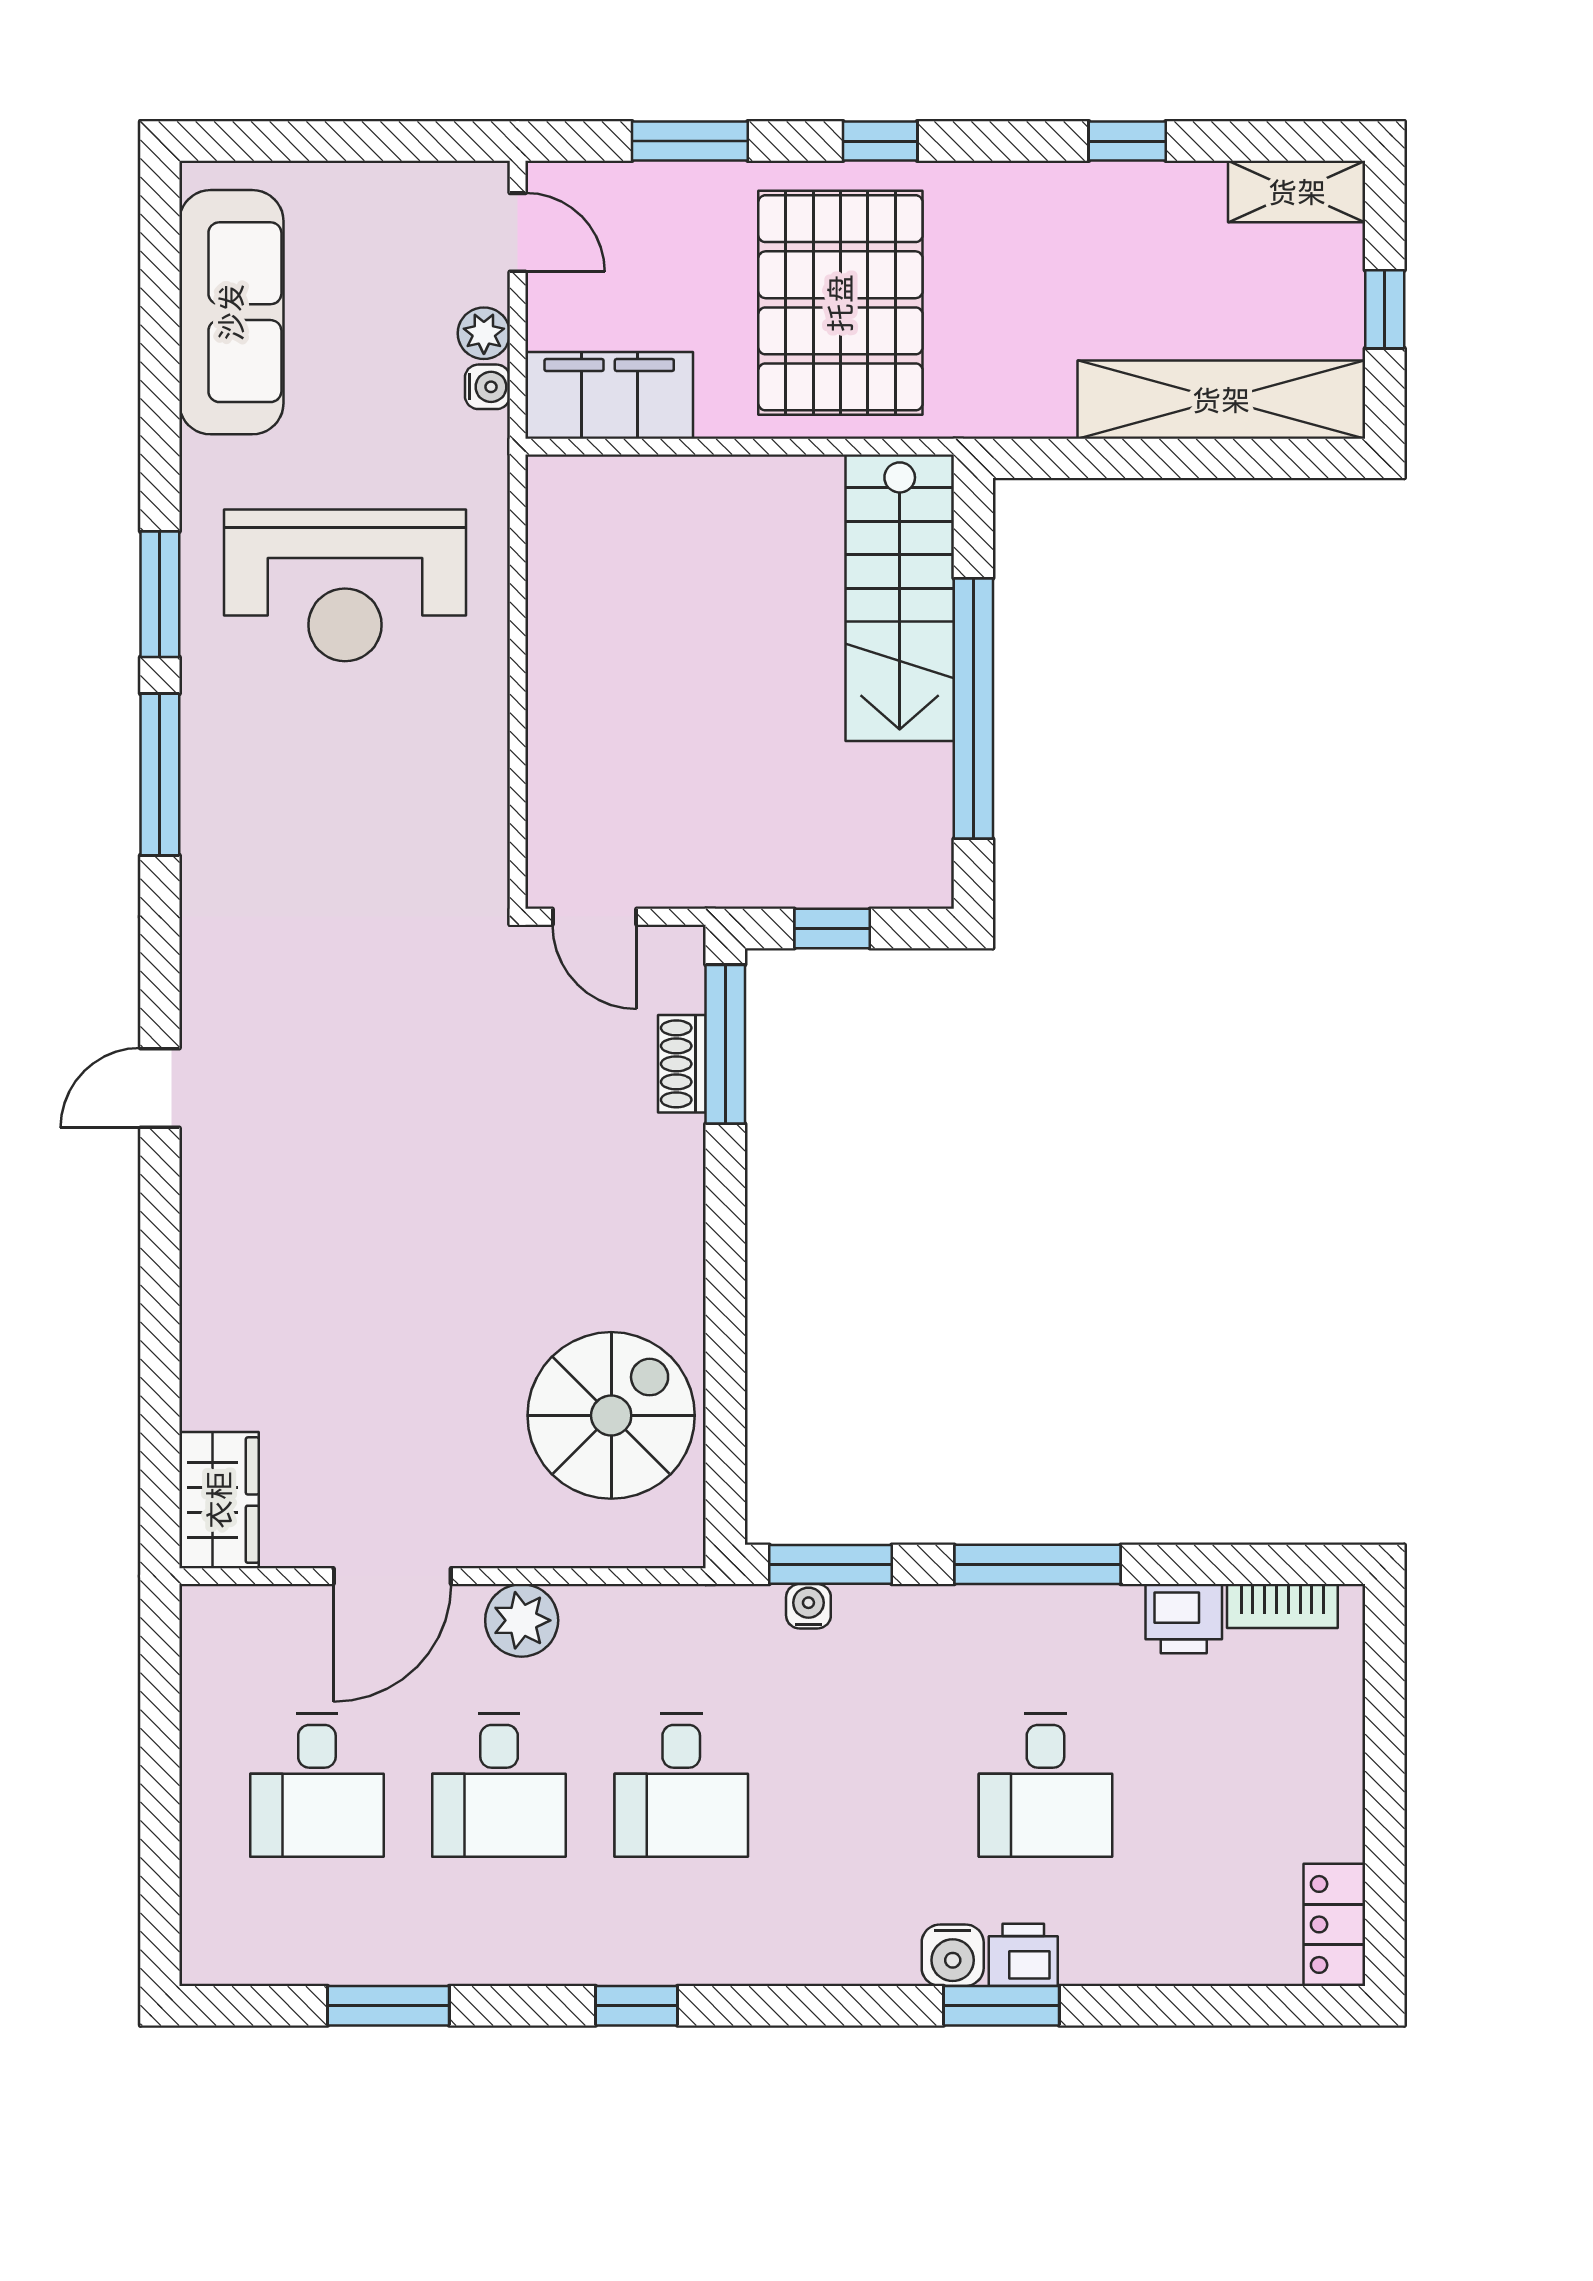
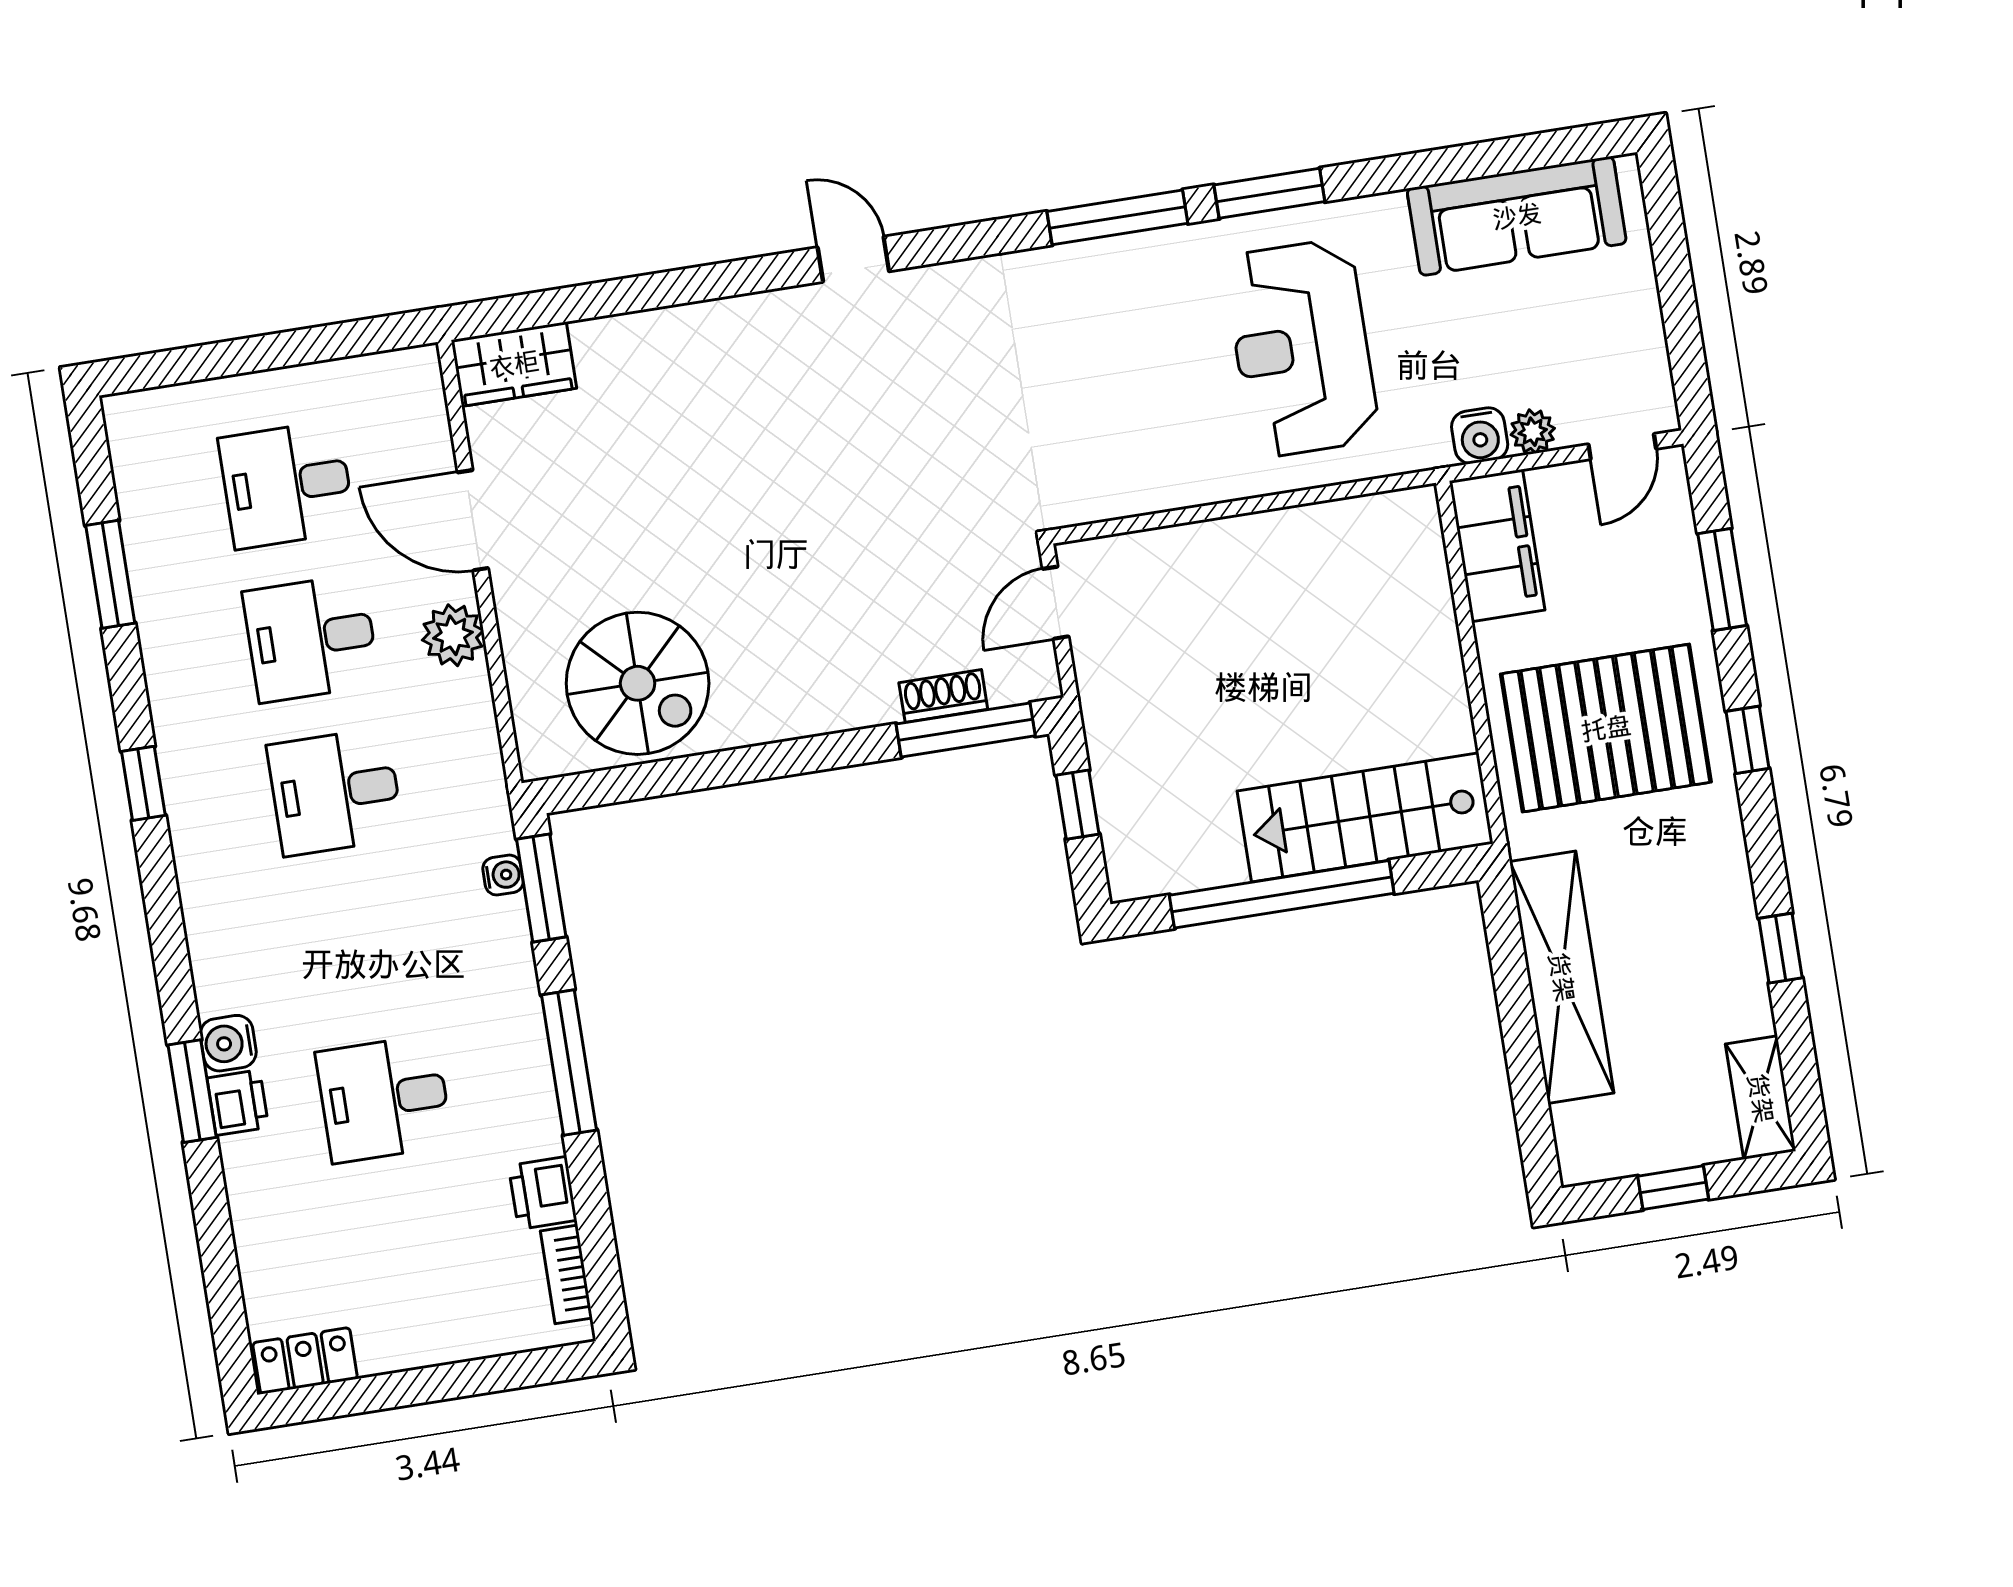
water cooler: (487, 387) -> (1480, 436), width x1.38, depth x1.38
shelving: (1221, 400) -> (1562, 977), moved

